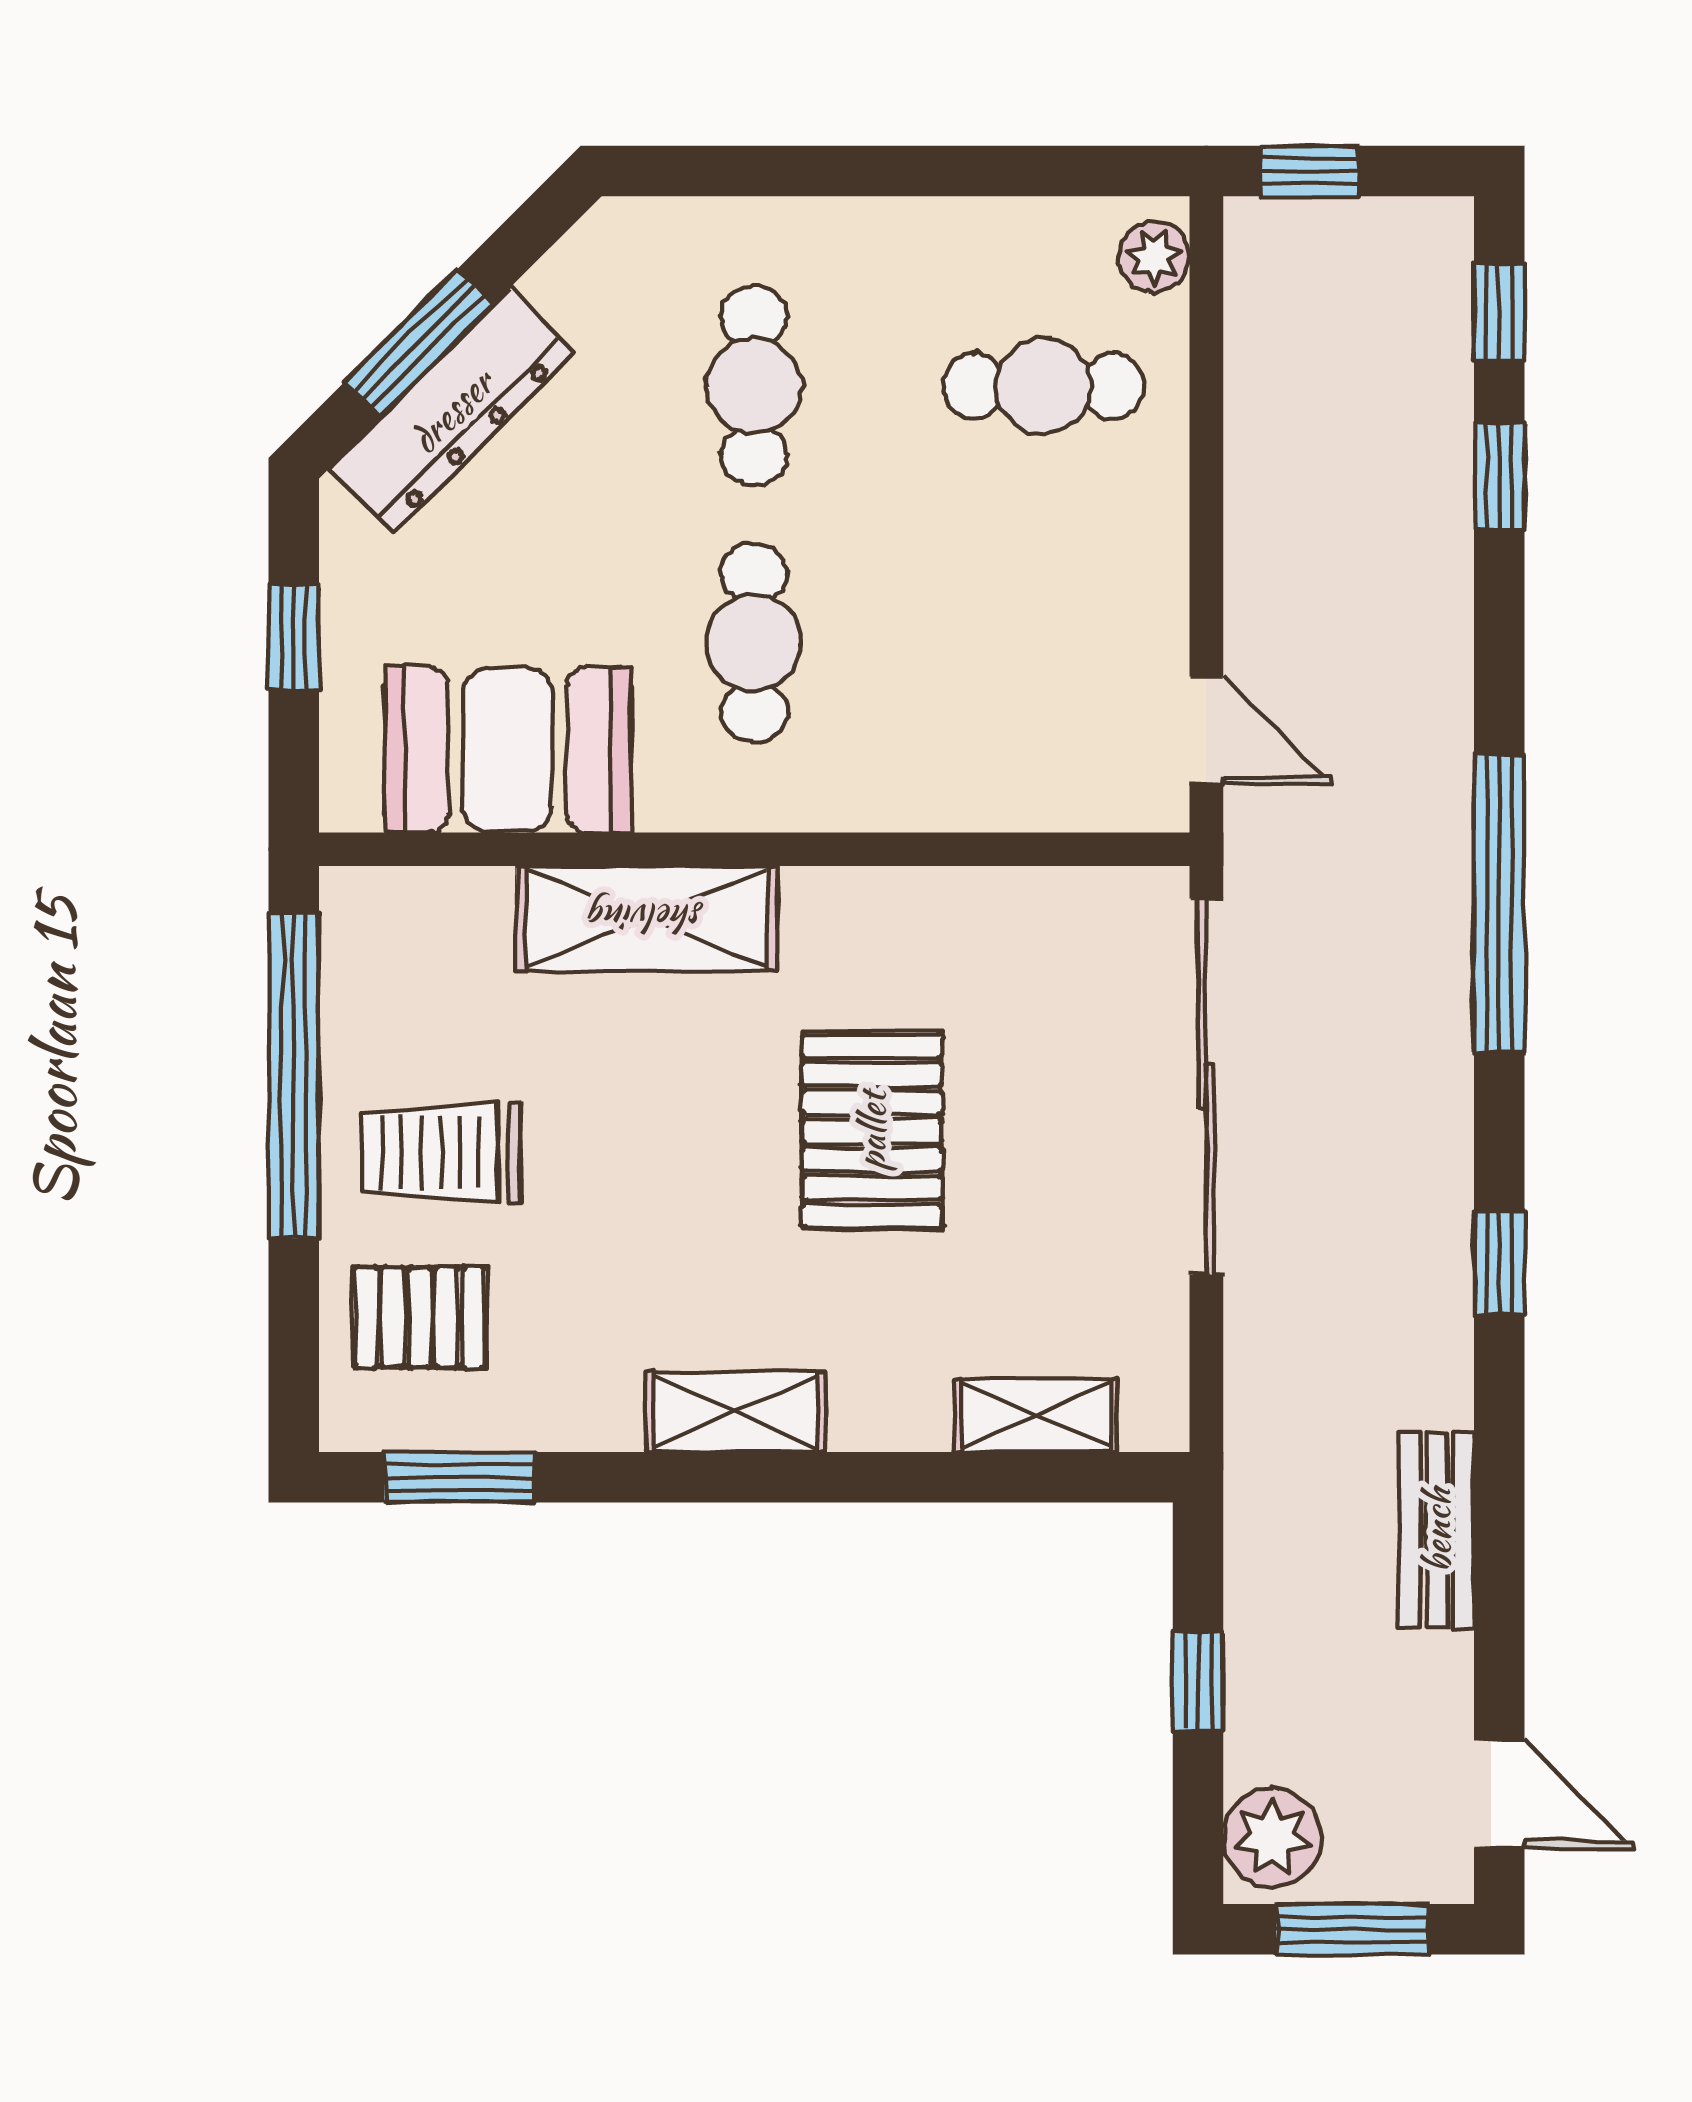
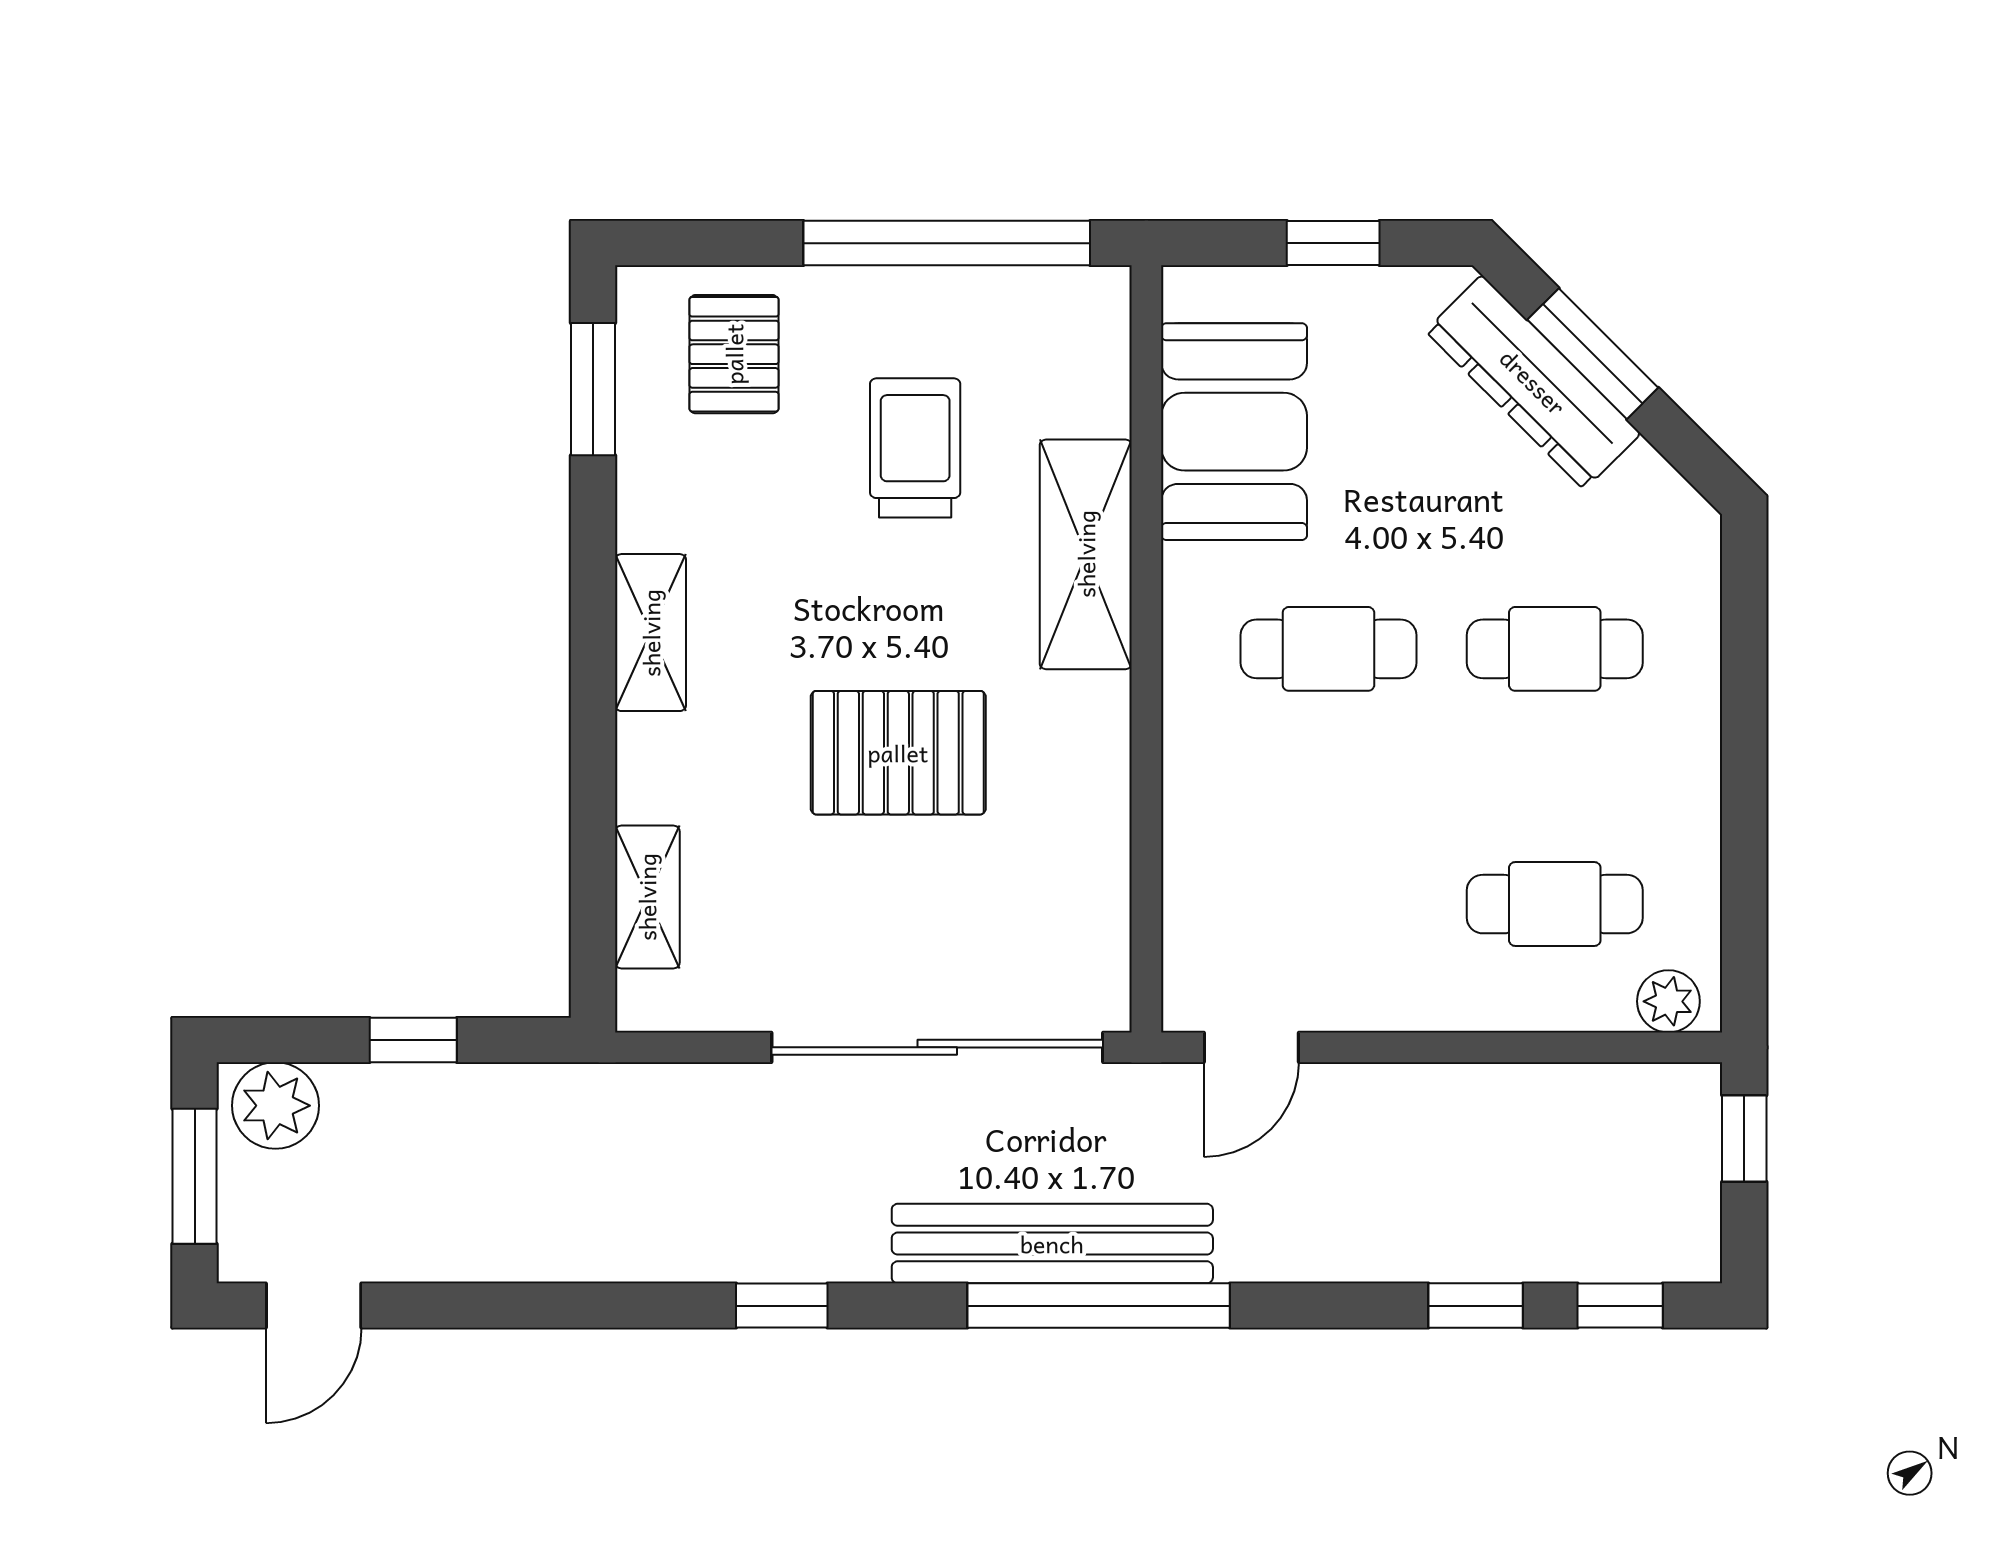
cafe table: (1044, 386) -> (1555, 904), turned 90
trolley: (441, 1152) -> (915, 448), moved
bench: (1437, 1530) -> (1052, 1244), moved, width x1.86, depth x1.21

